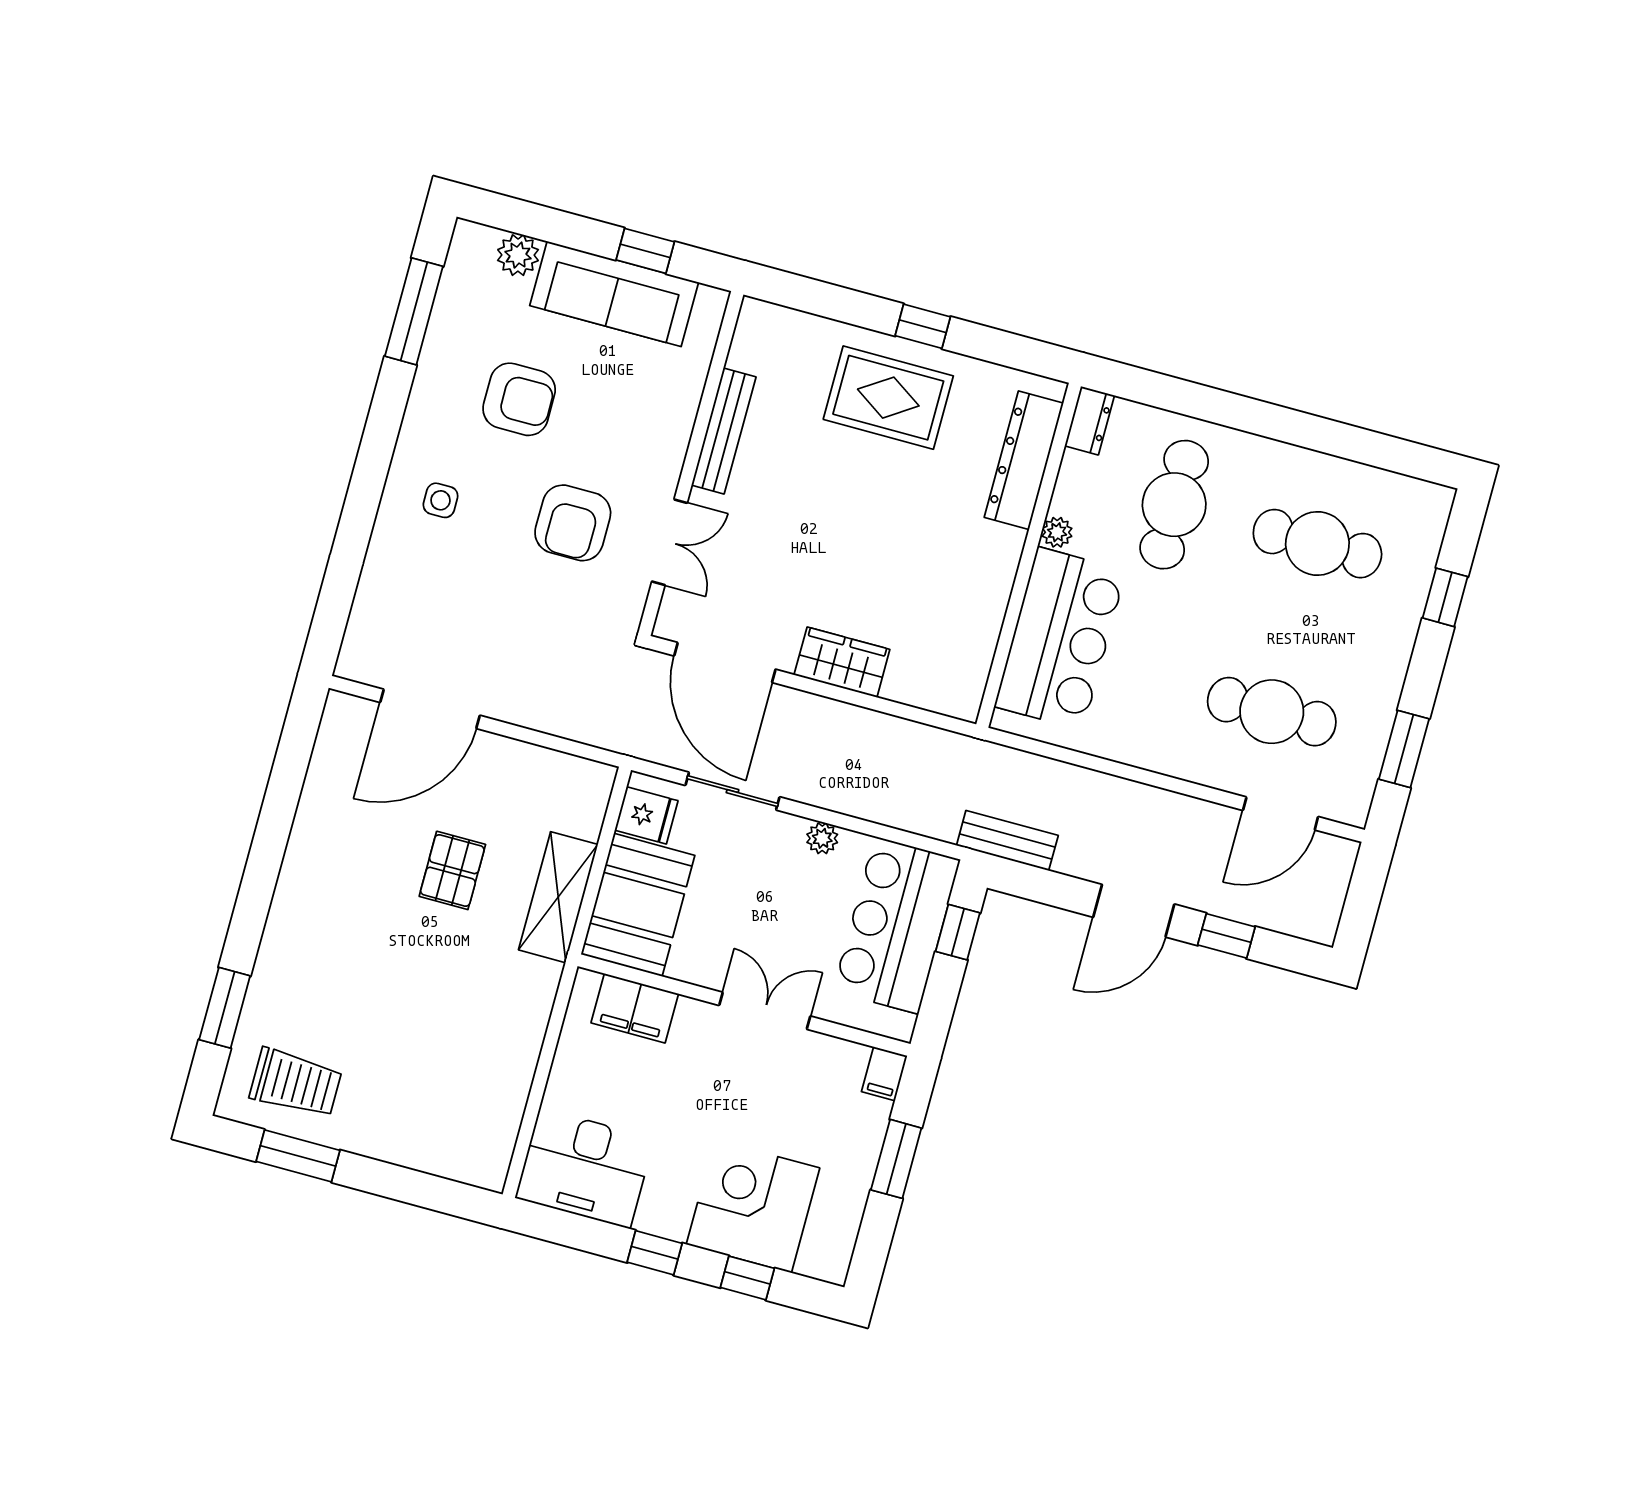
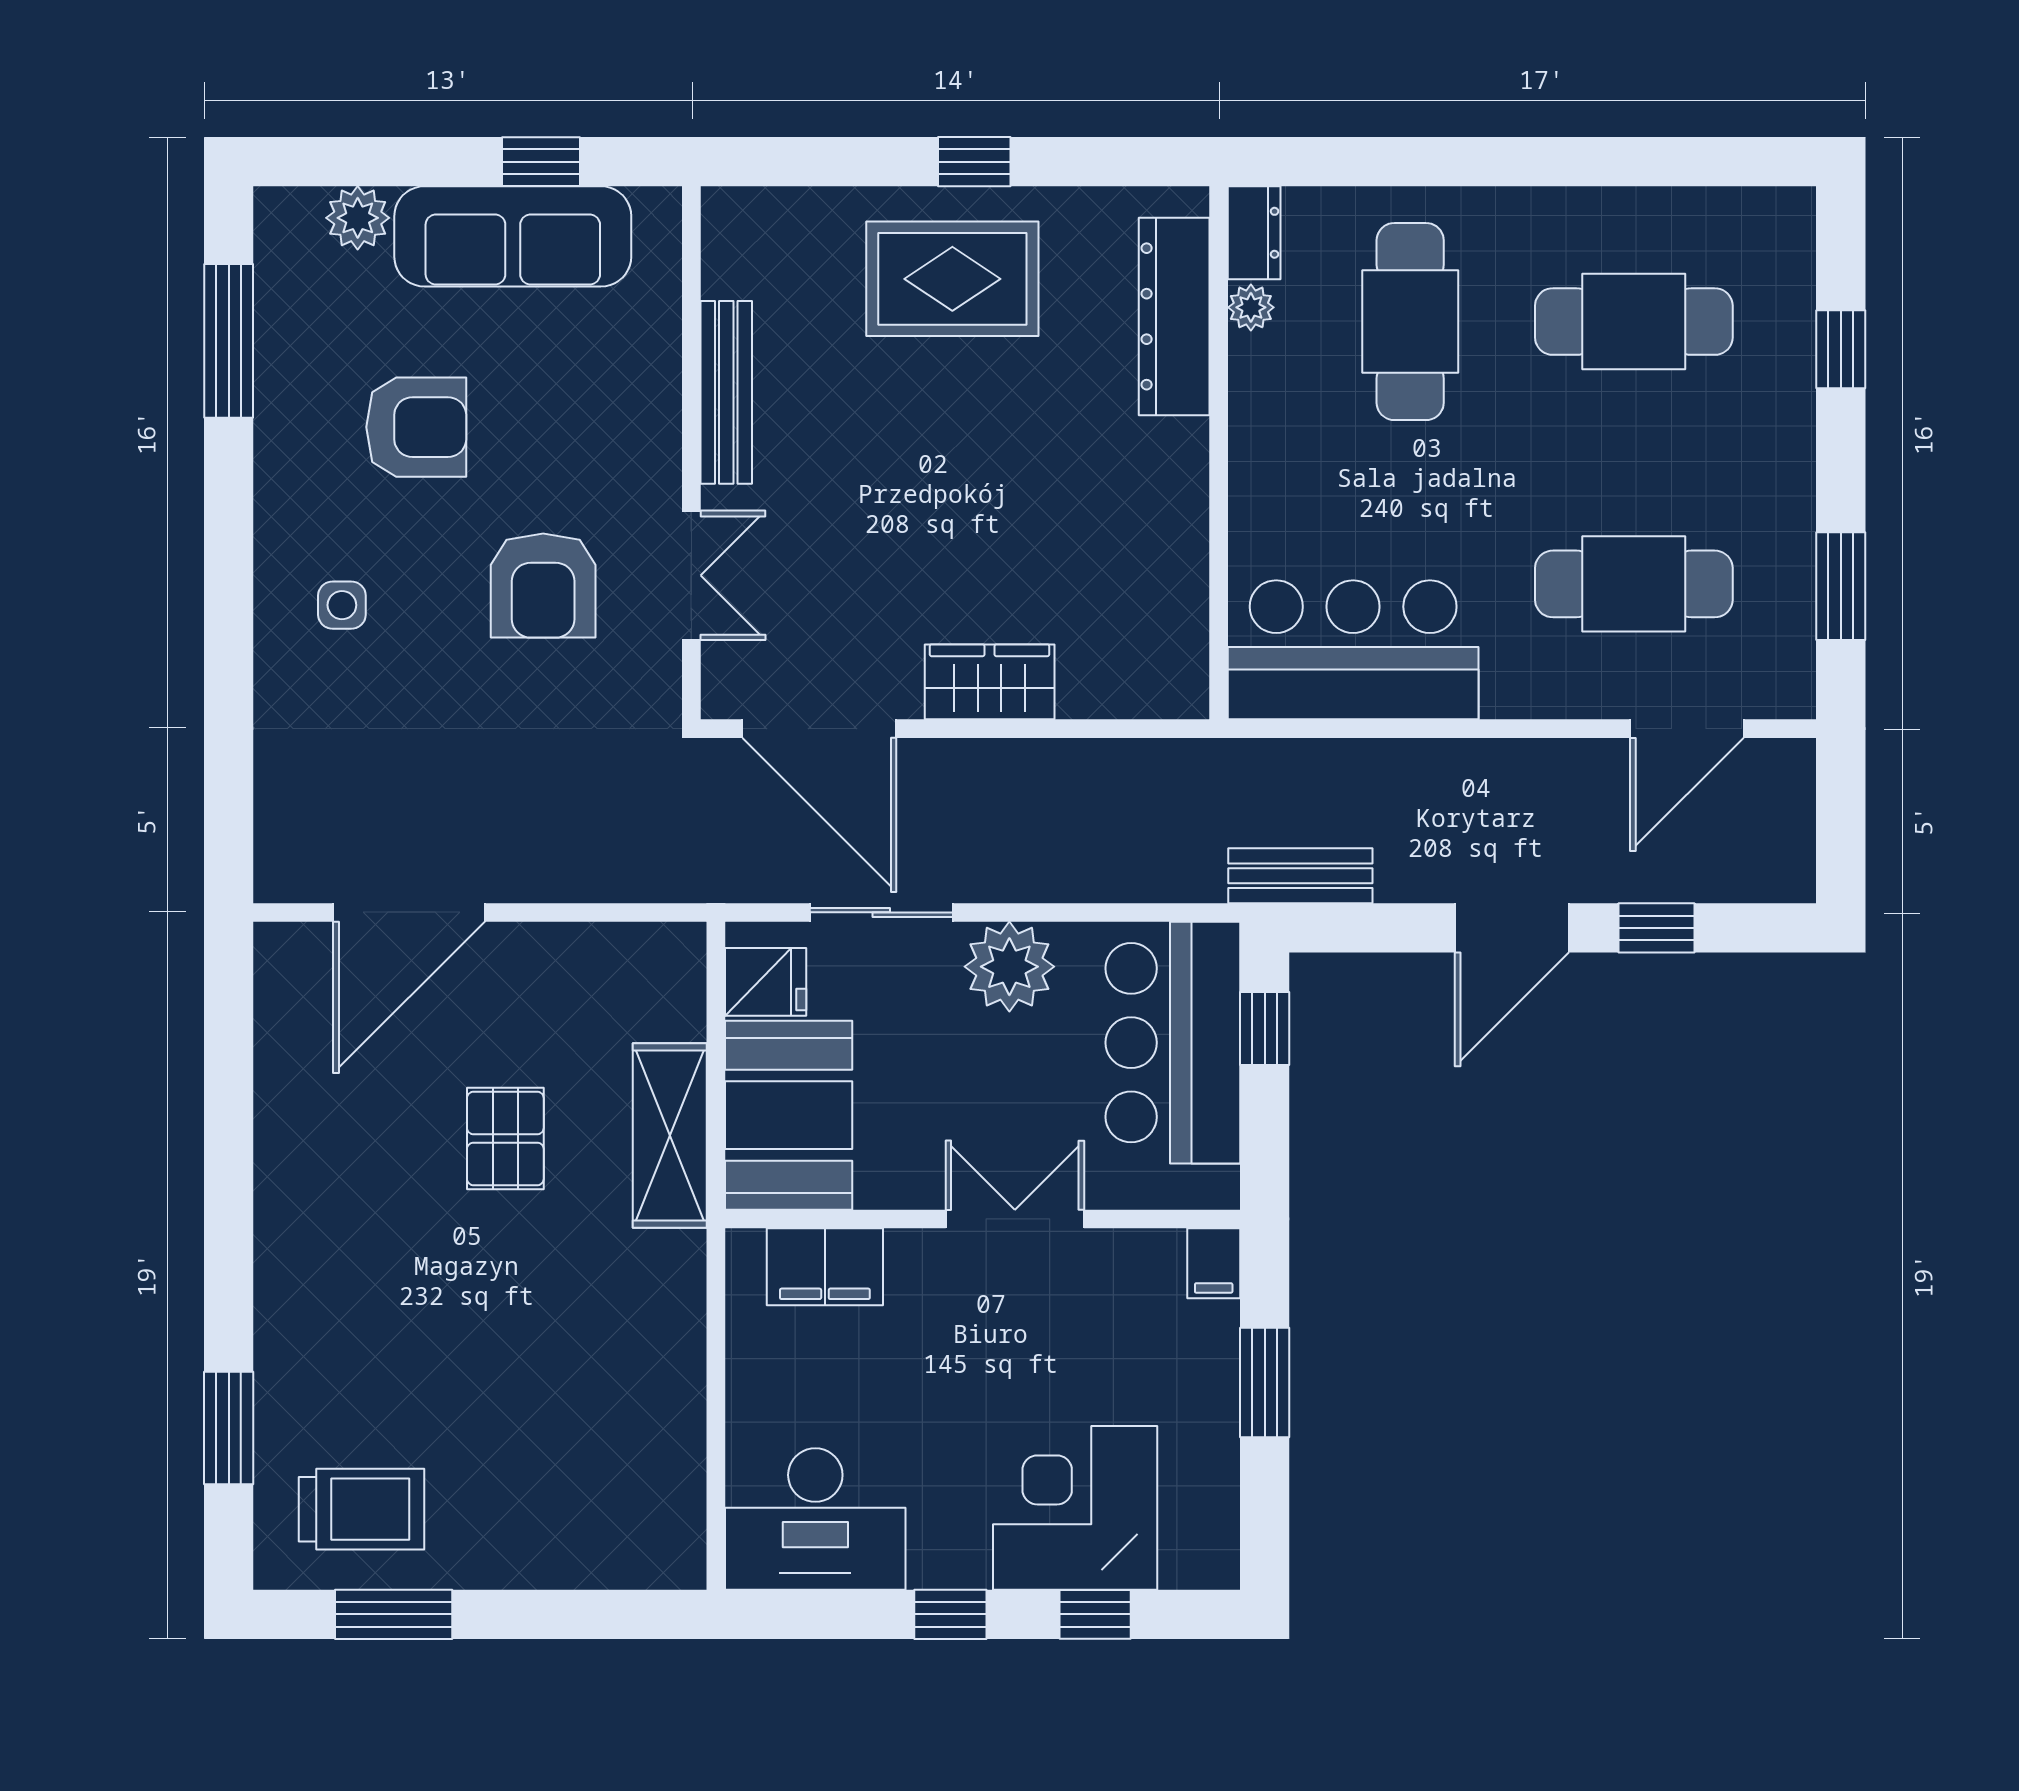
plant: (1057, 532) -> (1251, 307), moved
bar counter: (1060, 639) -> (1353, 650), moved, turned -90
plant: (822, 838) -> (1009, 967), width x1.88, depth x1.88

